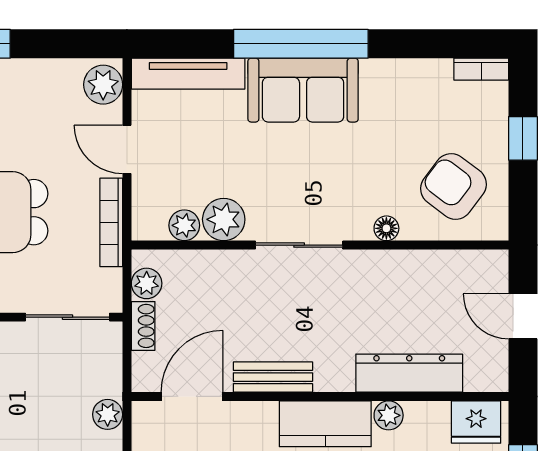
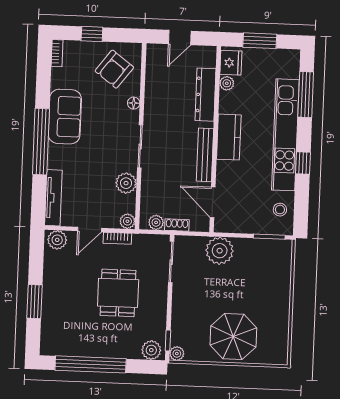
sofa: (303, 90) -> (65, 117), moved
bookcase: (111, 222) -> (117, 238), width x0.64
plant: (184, 225) -> (127, 221), moved
bench: (273, 377) -> (205, 155), width x1.36
plant: (108, 414) -> (220, 251), width x1.88, depth x1.88
plant: (389, 415) -> (227, 83), moved

